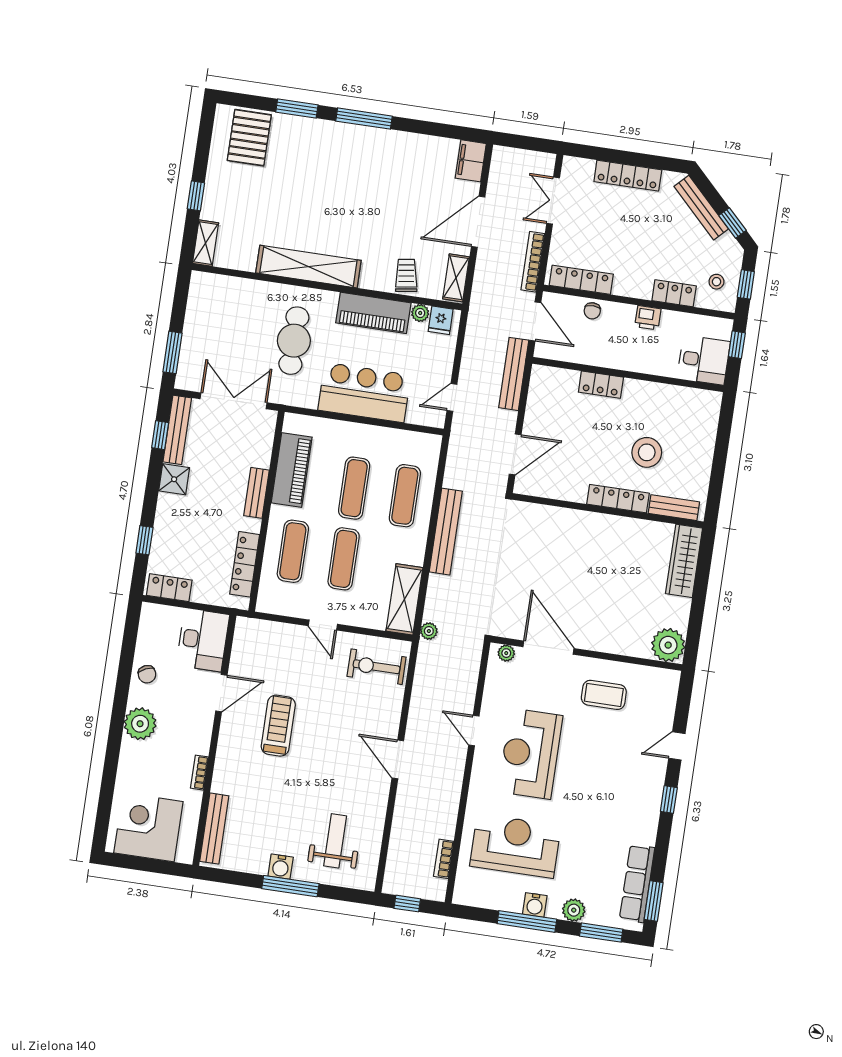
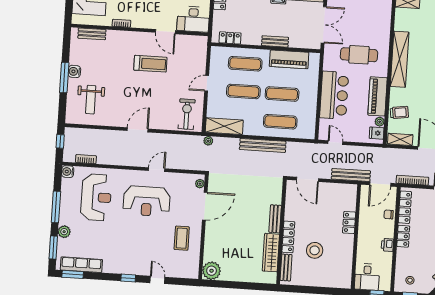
locker: (674, 293) -> (403, 236), moved
bench: (583, 520) -> (275, 219), added
wardrobe: (684, 561) -> (271, 253), moved, turned -90
locker: (245, 564) -> (230, 38), width x0.66
reception desk: (530, 754) -> (147, 201), turned 180
bench: (214, 829) -> (92, 34), width x0.73
weight bench: (335, 841) -> (91, 100), turned 90
water cooler: (535, 905) -> (68, 172), moved

